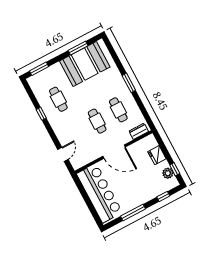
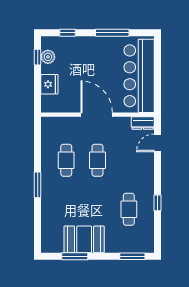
booth: (85, 64) -> (84, 239), width x0.73, depth x0.70
dresser: (139, 131) -> (143, 123), moved

